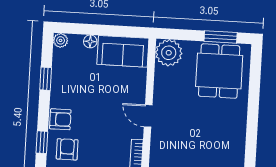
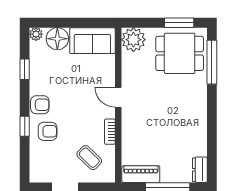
floor lamp: (90, 41) -> (57, 39), width x1.89, depth x1.89
dining table: (219, 71) -> (180, 53), turned 90
window: (255, 83) -> (212, 62), added
armchair: (67, 149) -> (48, 131), turned 90

